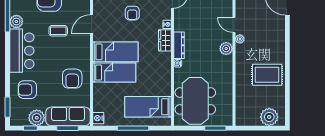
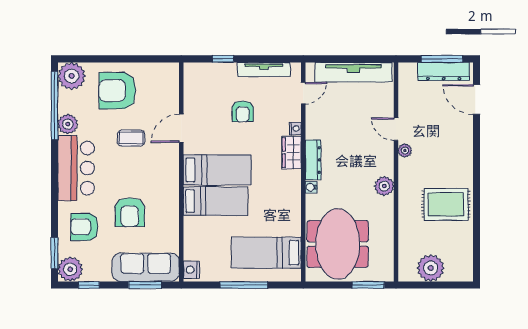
plant: (226, 49) -> (384, 186), moved
armchair: (72, 79) -> (130, 212), moved
plant: (269, 117) -> (431, 268), moved
plant: (37, 118) -> (70, 269), moved

